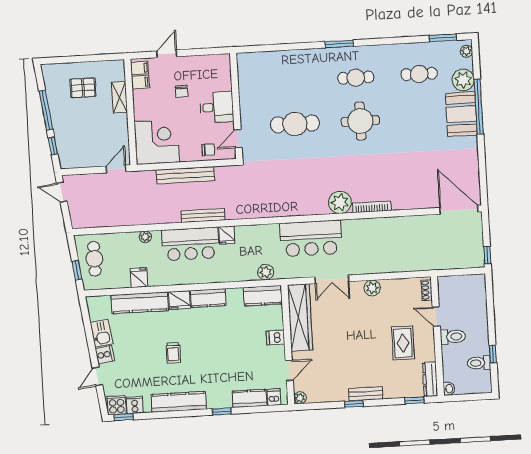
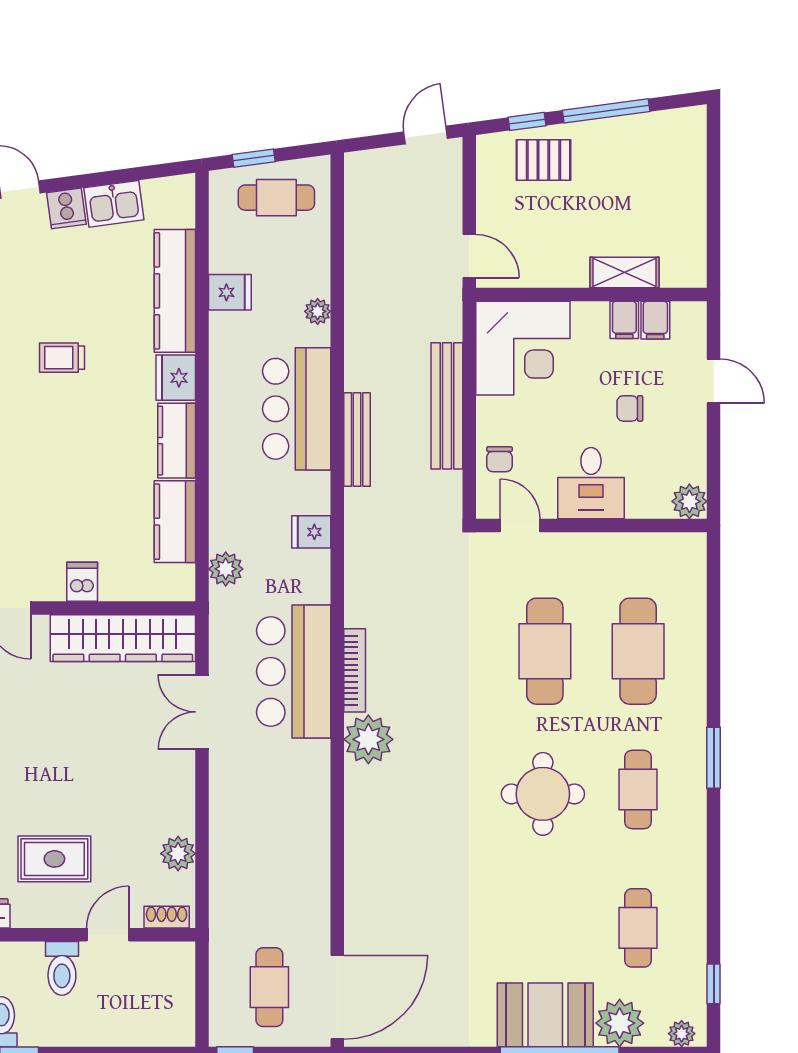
window: (443, 38) -> (714, 984), width x0.67
plant: (223, 62) -> (689, 501), added
filing cabinet: (140, 68) -> (624, 320), moved
cafe table: (292, 81) -> (638, 651), added
pallet: (83, 88) -> (543, 160), moved, turned 90
bookcase: (372, 207) -> (355, 670), moved
fridge: (227, 235) -> (311, 532), moved
cafe table: (456, 241) -> (269, 987), added
plant: (372, 288) -> (178, 854), moved
kitchen counter: (263, 296) -> (175, 522), moved

